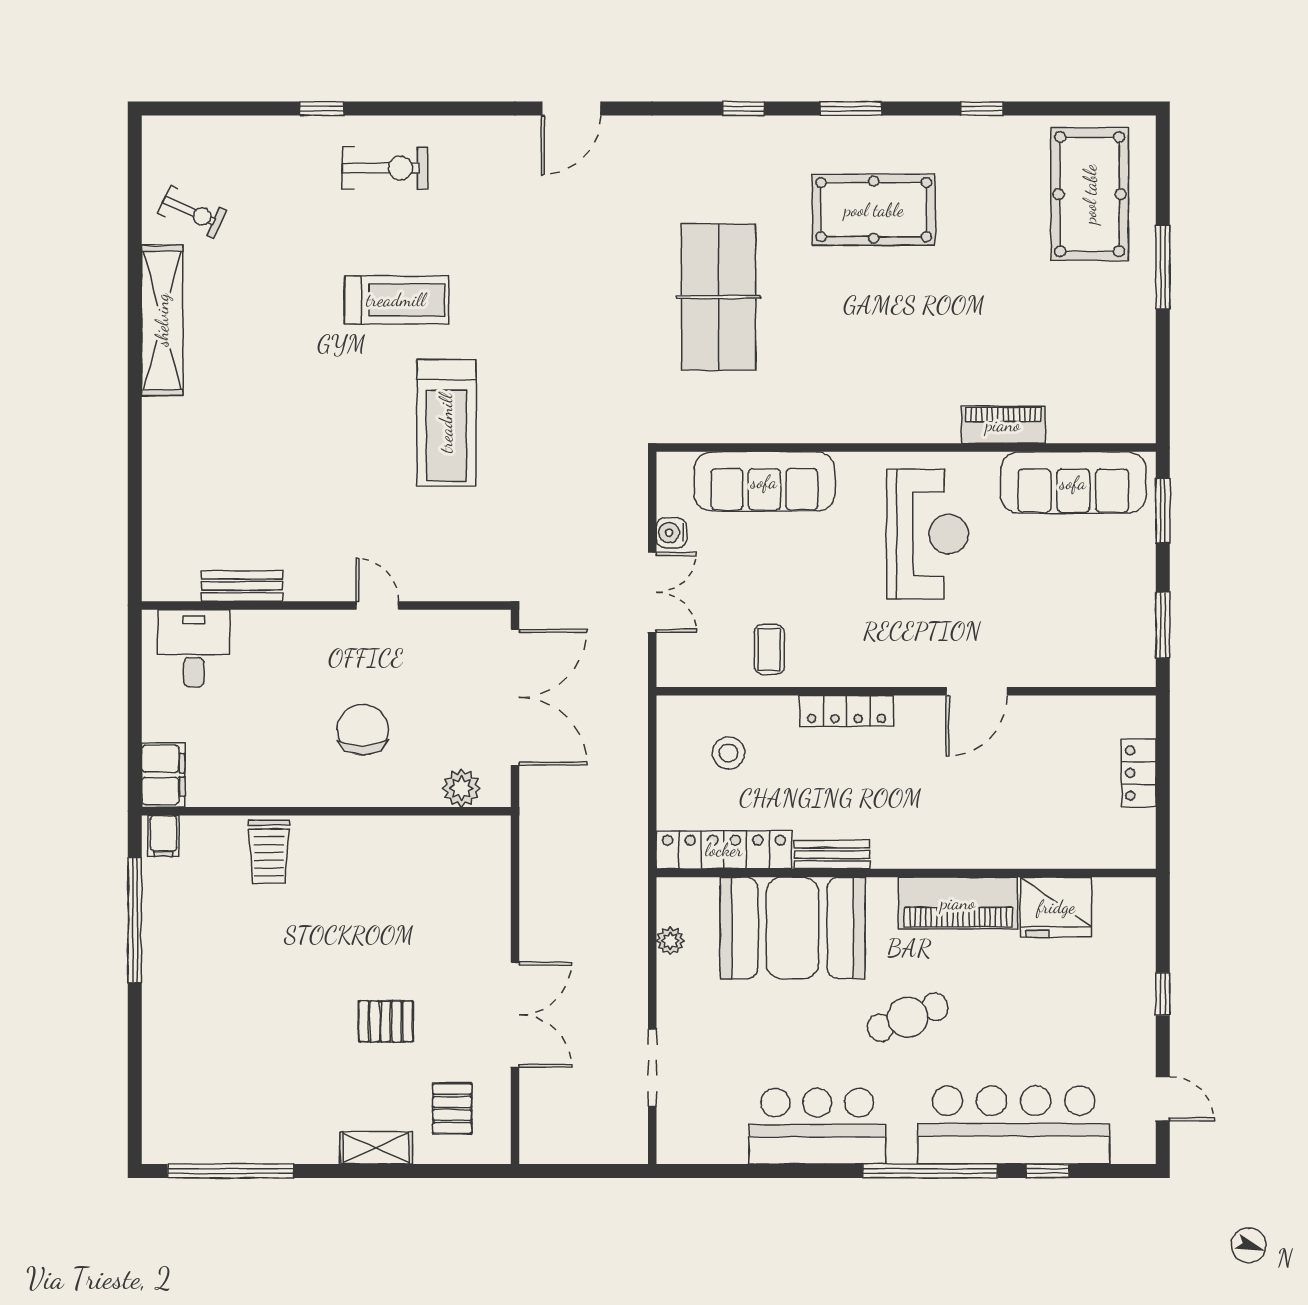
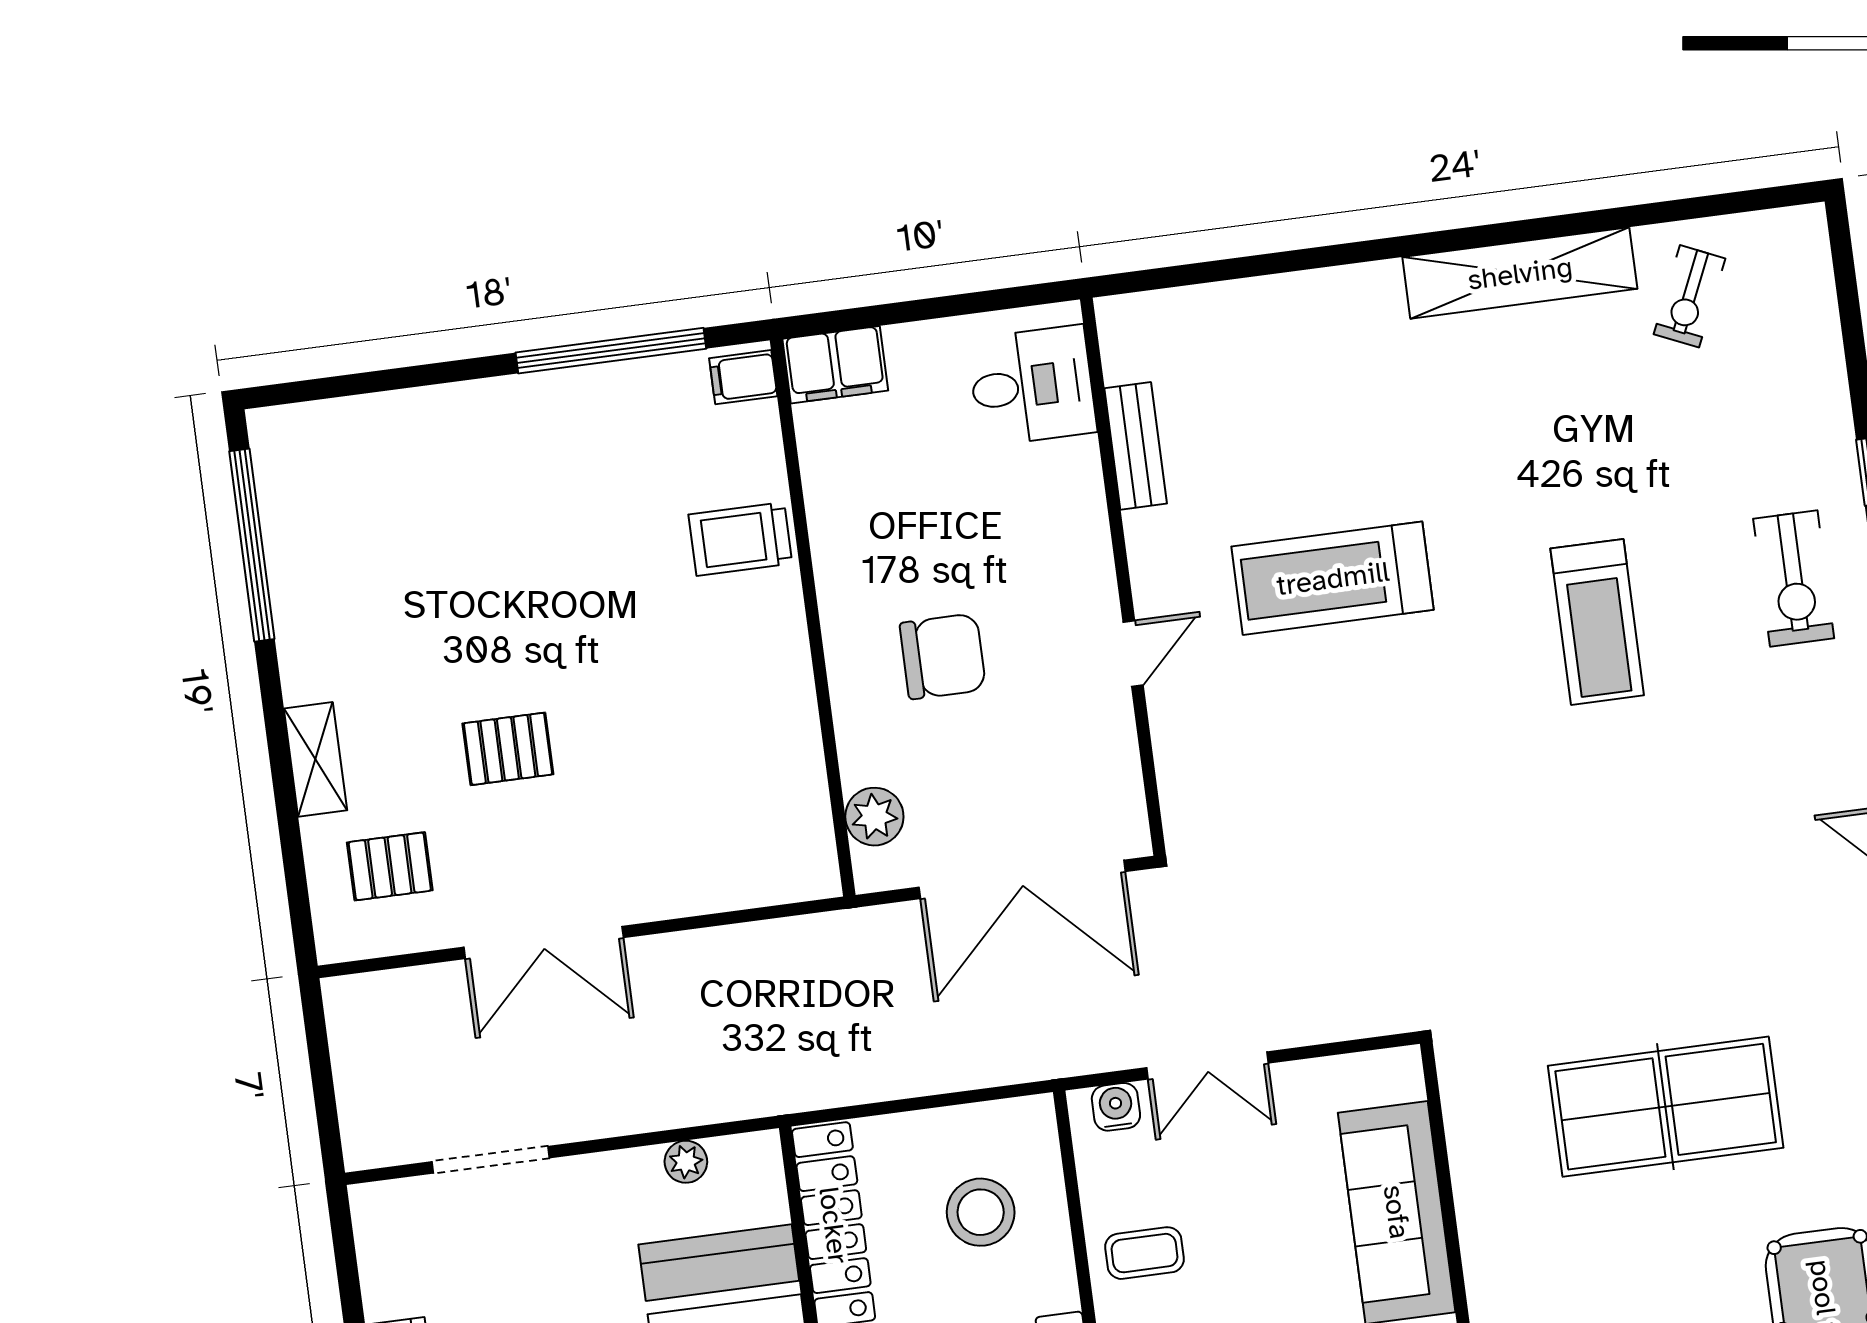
treadmill: (446, 423) -> (1333, 578), moved
water cooler: (671, 533) -> (1116, 1107), moved
stool: (729, 753) -> (981, 1212), width x1.38, depth x1.38
pallet: (386, 1021) -> (508, 749), turned 90

